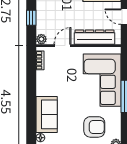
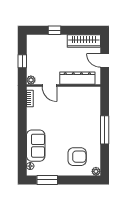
door: (63, 46) -> (49, 86), swing flipped
corner sofa: (102, 80) -> (84, 116), removed

